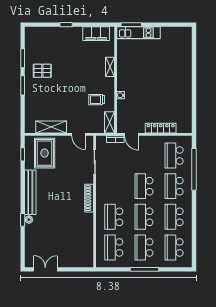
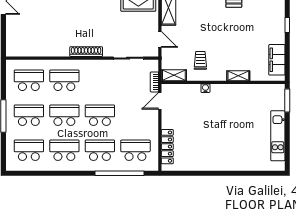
kitchen unit: (139, 33) -> (278, 136), moved
locker: (161, 128) -> (167, 147), moved
door: (79, 134) -> (160, 39), swing flipped

